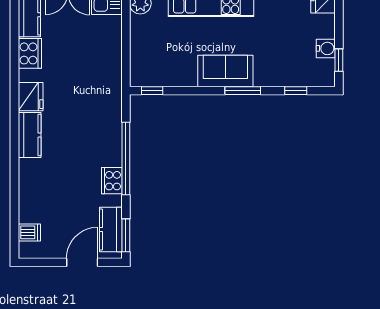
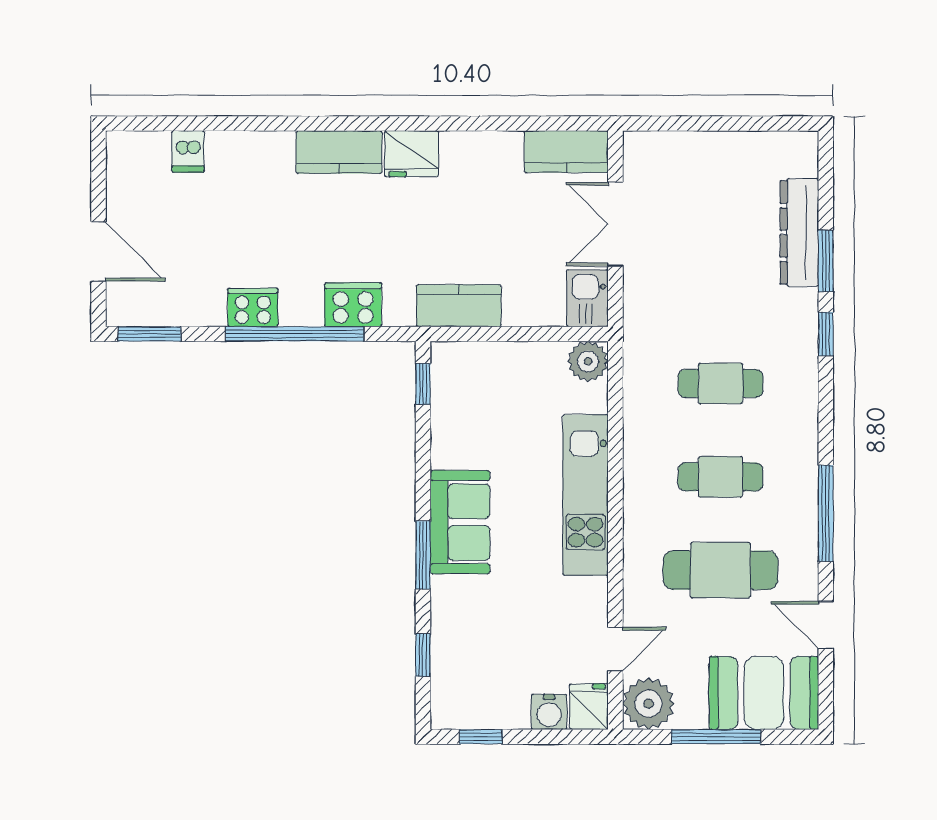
water cooler: (326, 48) -> (549, 712), moved
cooker: (30, 53) -> (353, 305), moved, turned 180
kitchen counter: (111, 229) -> (459, 306), moved
dishwasher: (29, 232) -> (188, 152), moved

